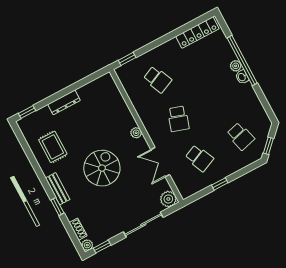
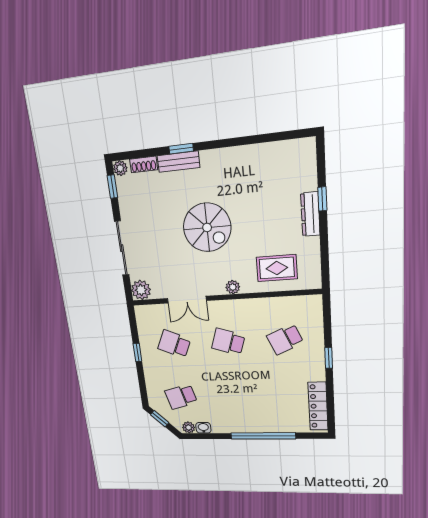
window: (127, 59) -> (329, 358), moved
plant: (236, 66) -> (189, 427), moved
washbasin: (242, 77) -> (203, 428), moved
window: (27, 112) -> (322, 199), moved
rug: (53, 147) -> (277, 268), moved
school desk: (199, 158) -> (174, 344), turned 48
double door: (160, 162) -> (187, 300), swing flipped
bench: (58, 189) -> (179, 162), moved

